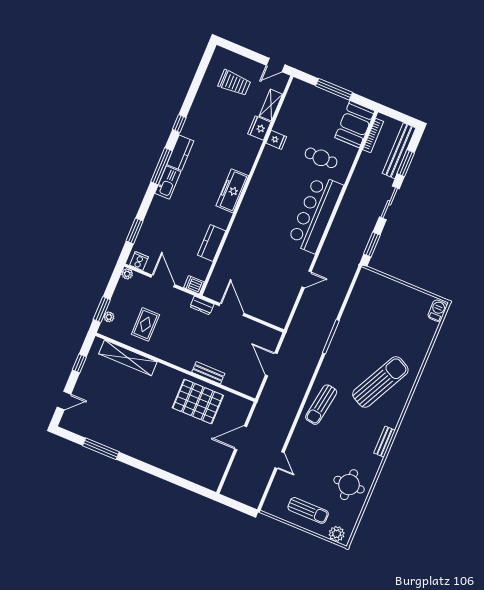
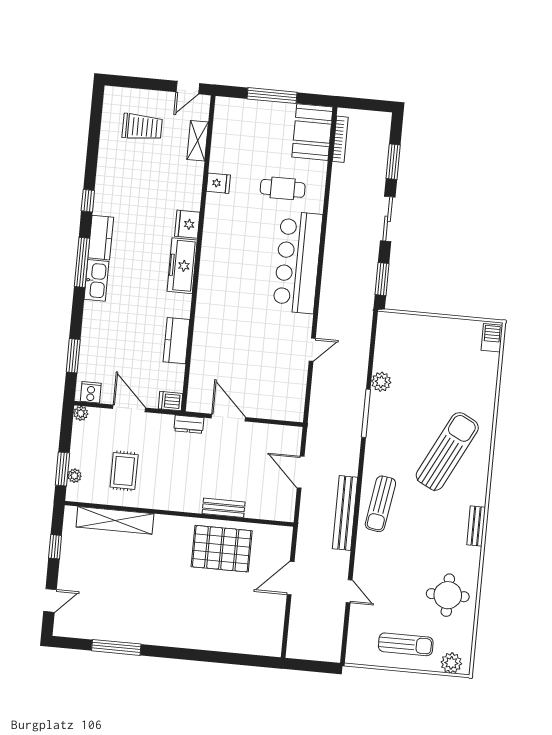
fridge: (259, 128) -> (187, 224), moved
bench: (399, 151) -> (345, 513), moved
plant: (349, 318) -> (381, 382), added

